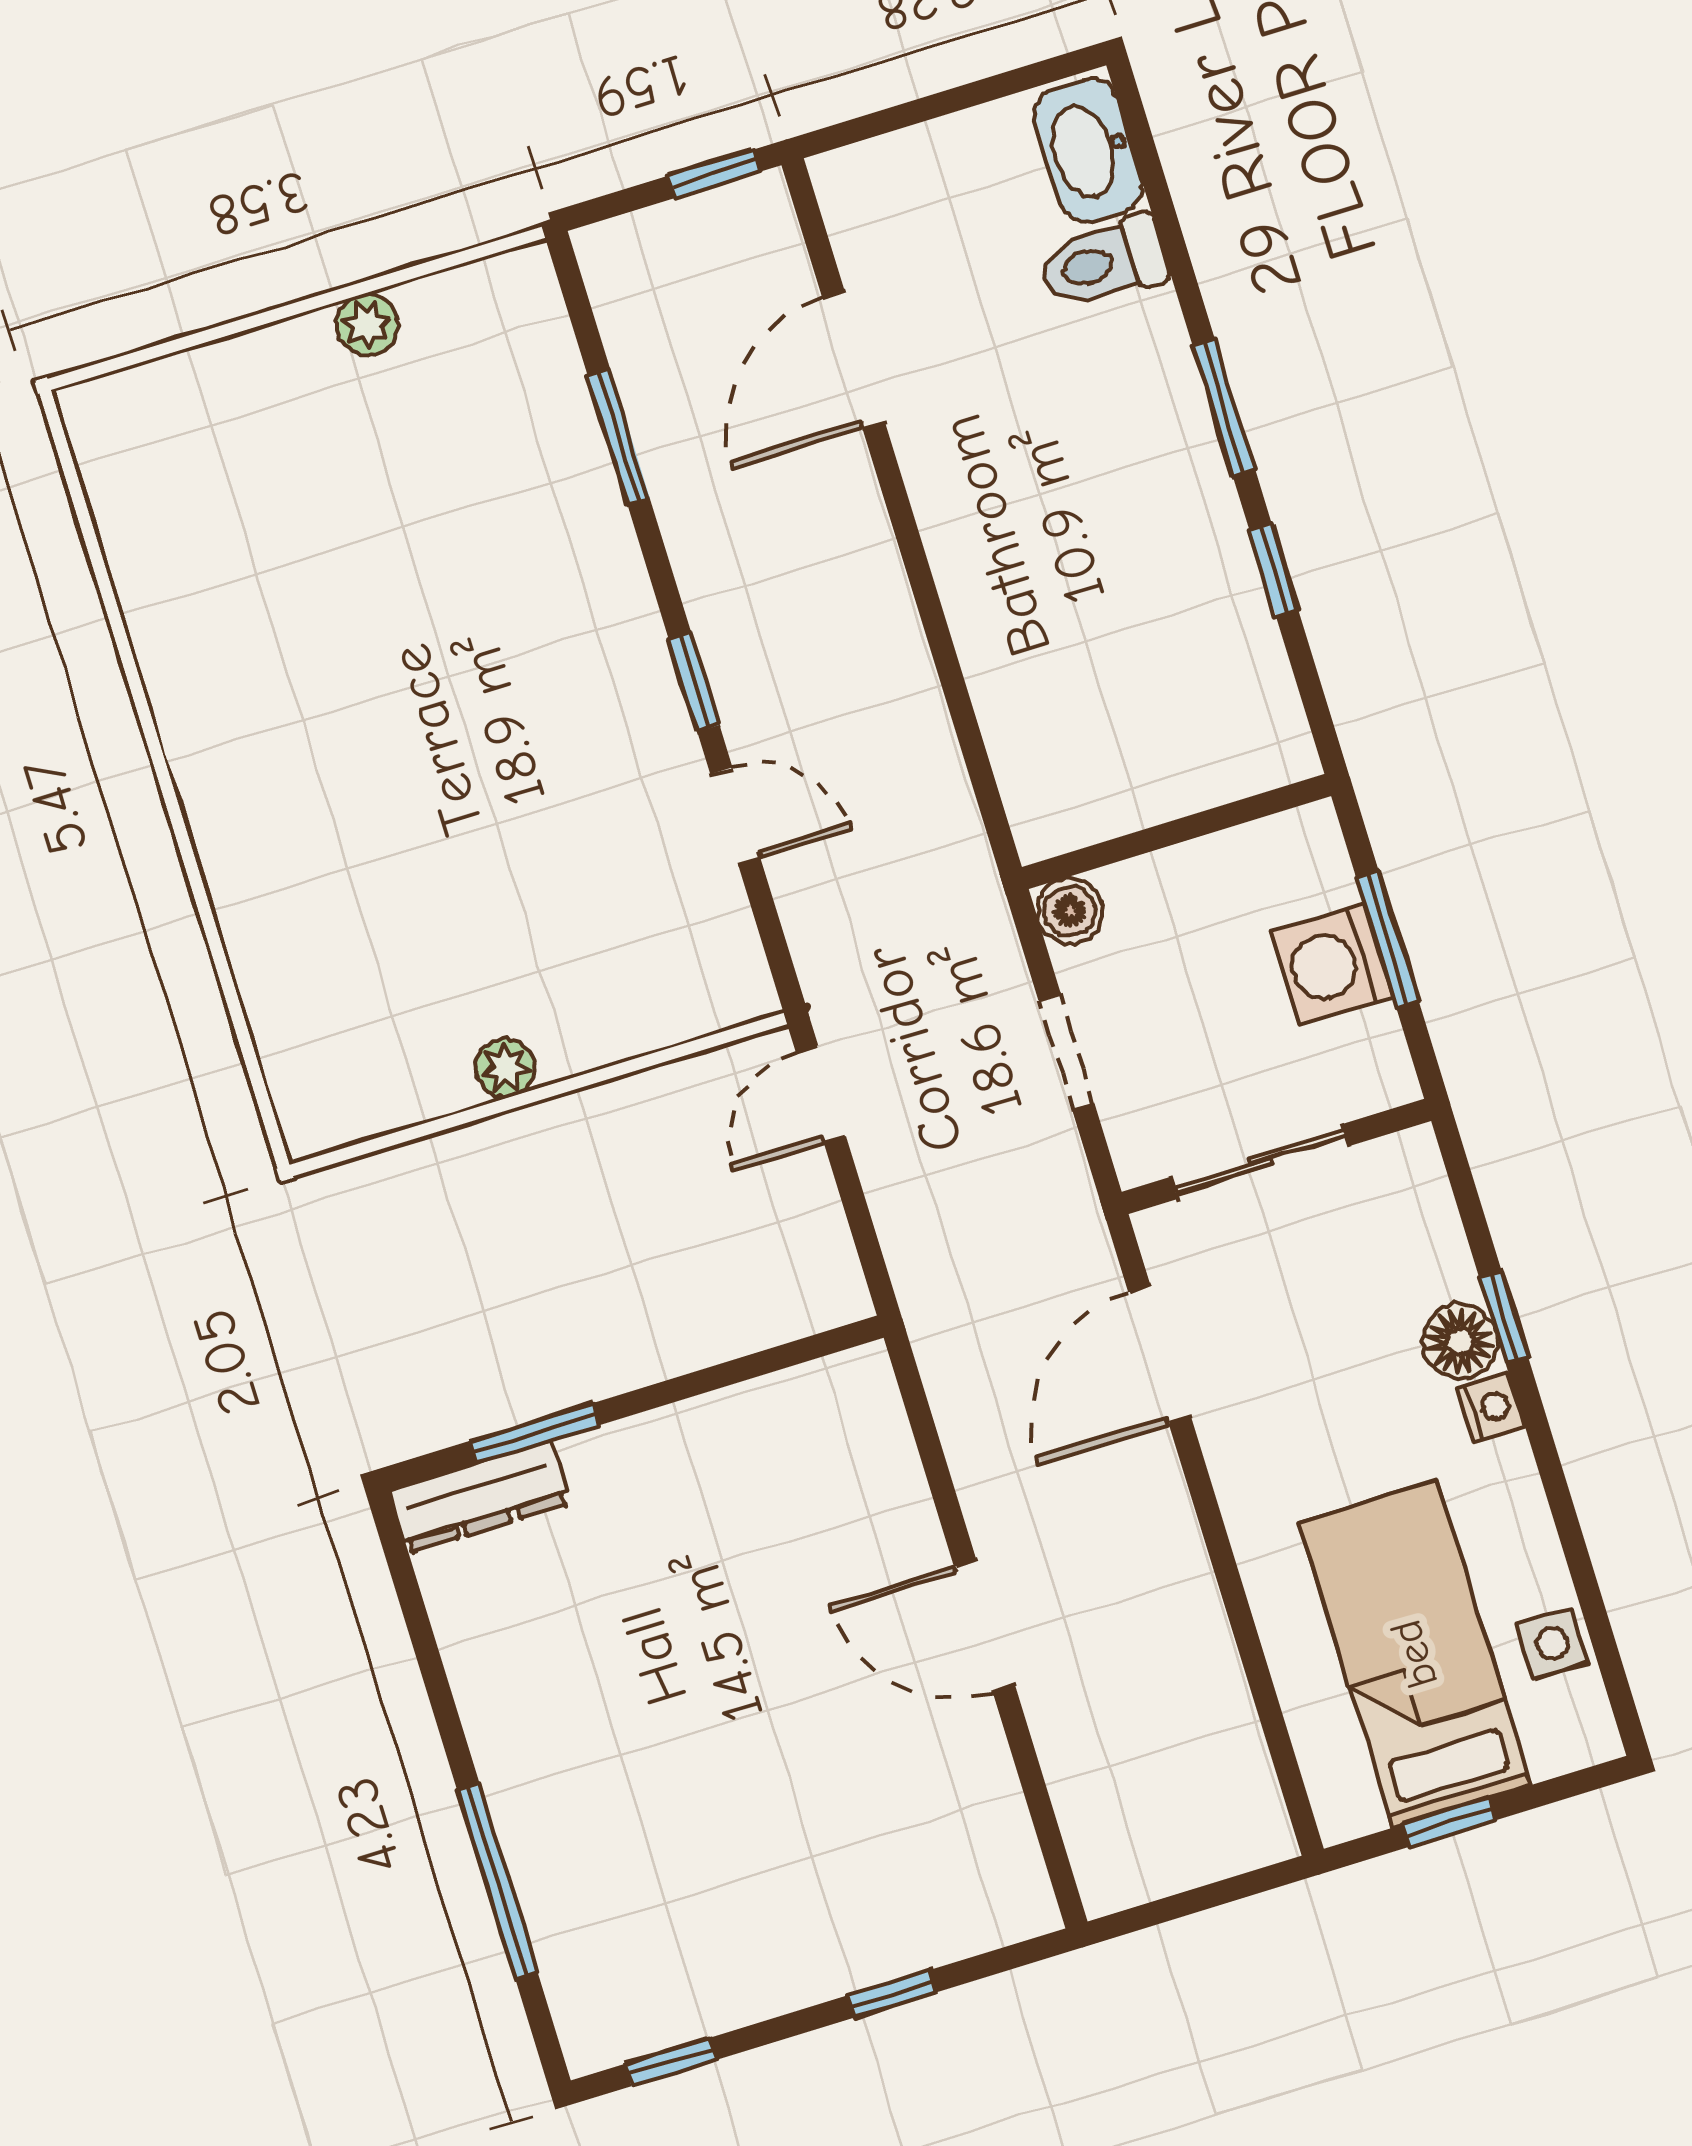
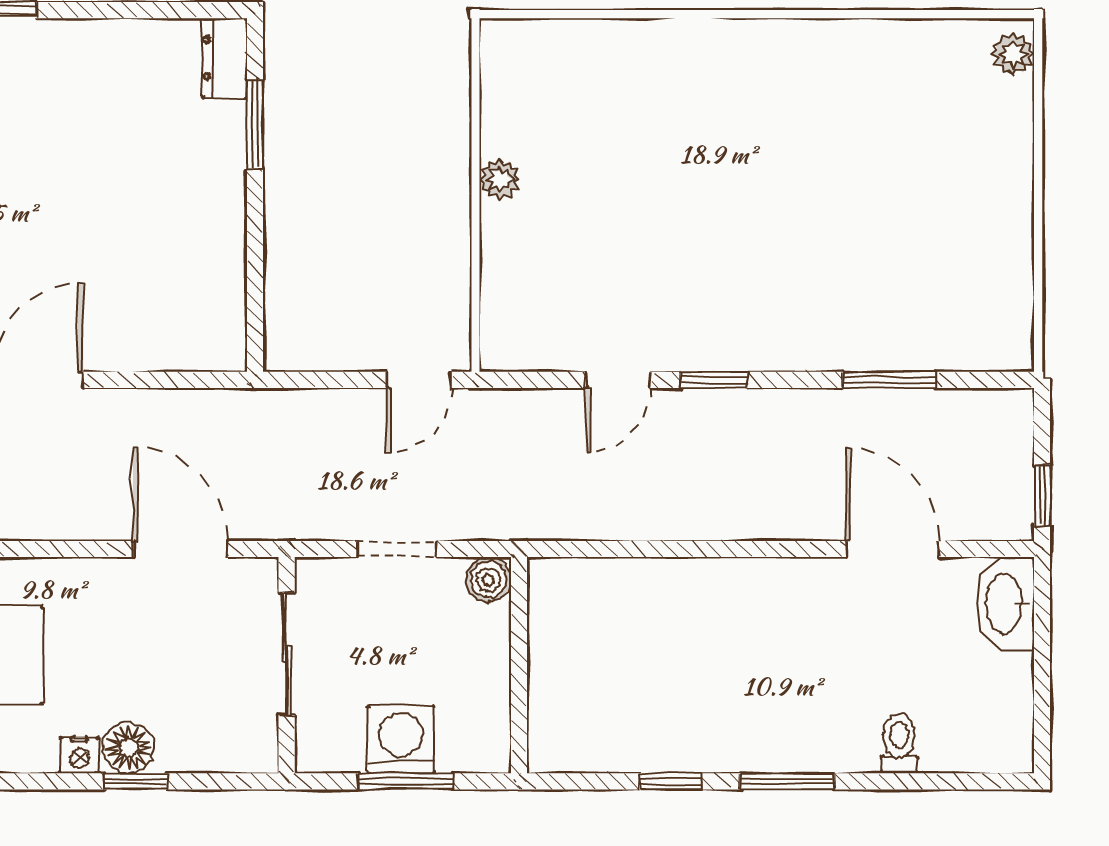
washbasin: (1089, 150) -> (1006, 604), moved, turned -90
toilet: (1103, 262) -> (899, 743), width x0.73, depth x0.72
plant: (367, 325) -> (1013, 54), moved
door: (821, 1094) -> (419, 380), swing flipped
dresser: (480, 1497) -> (224, 58), width x0.70

